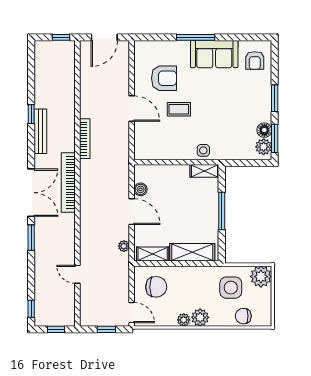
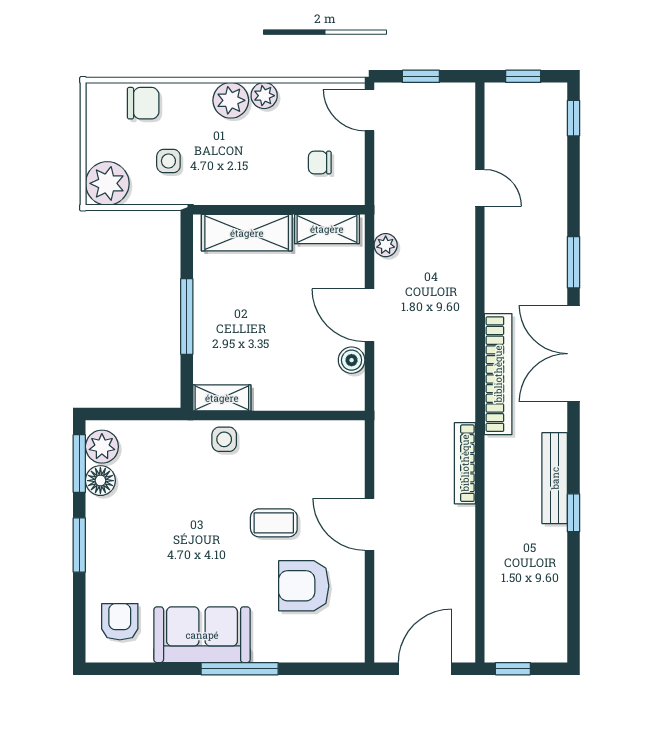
chair: (156, 287) -> (320, 163), width x0.54, depth x0.54
side table: (231, 288) -> (168, 161), width x0.54, depth x0.54

